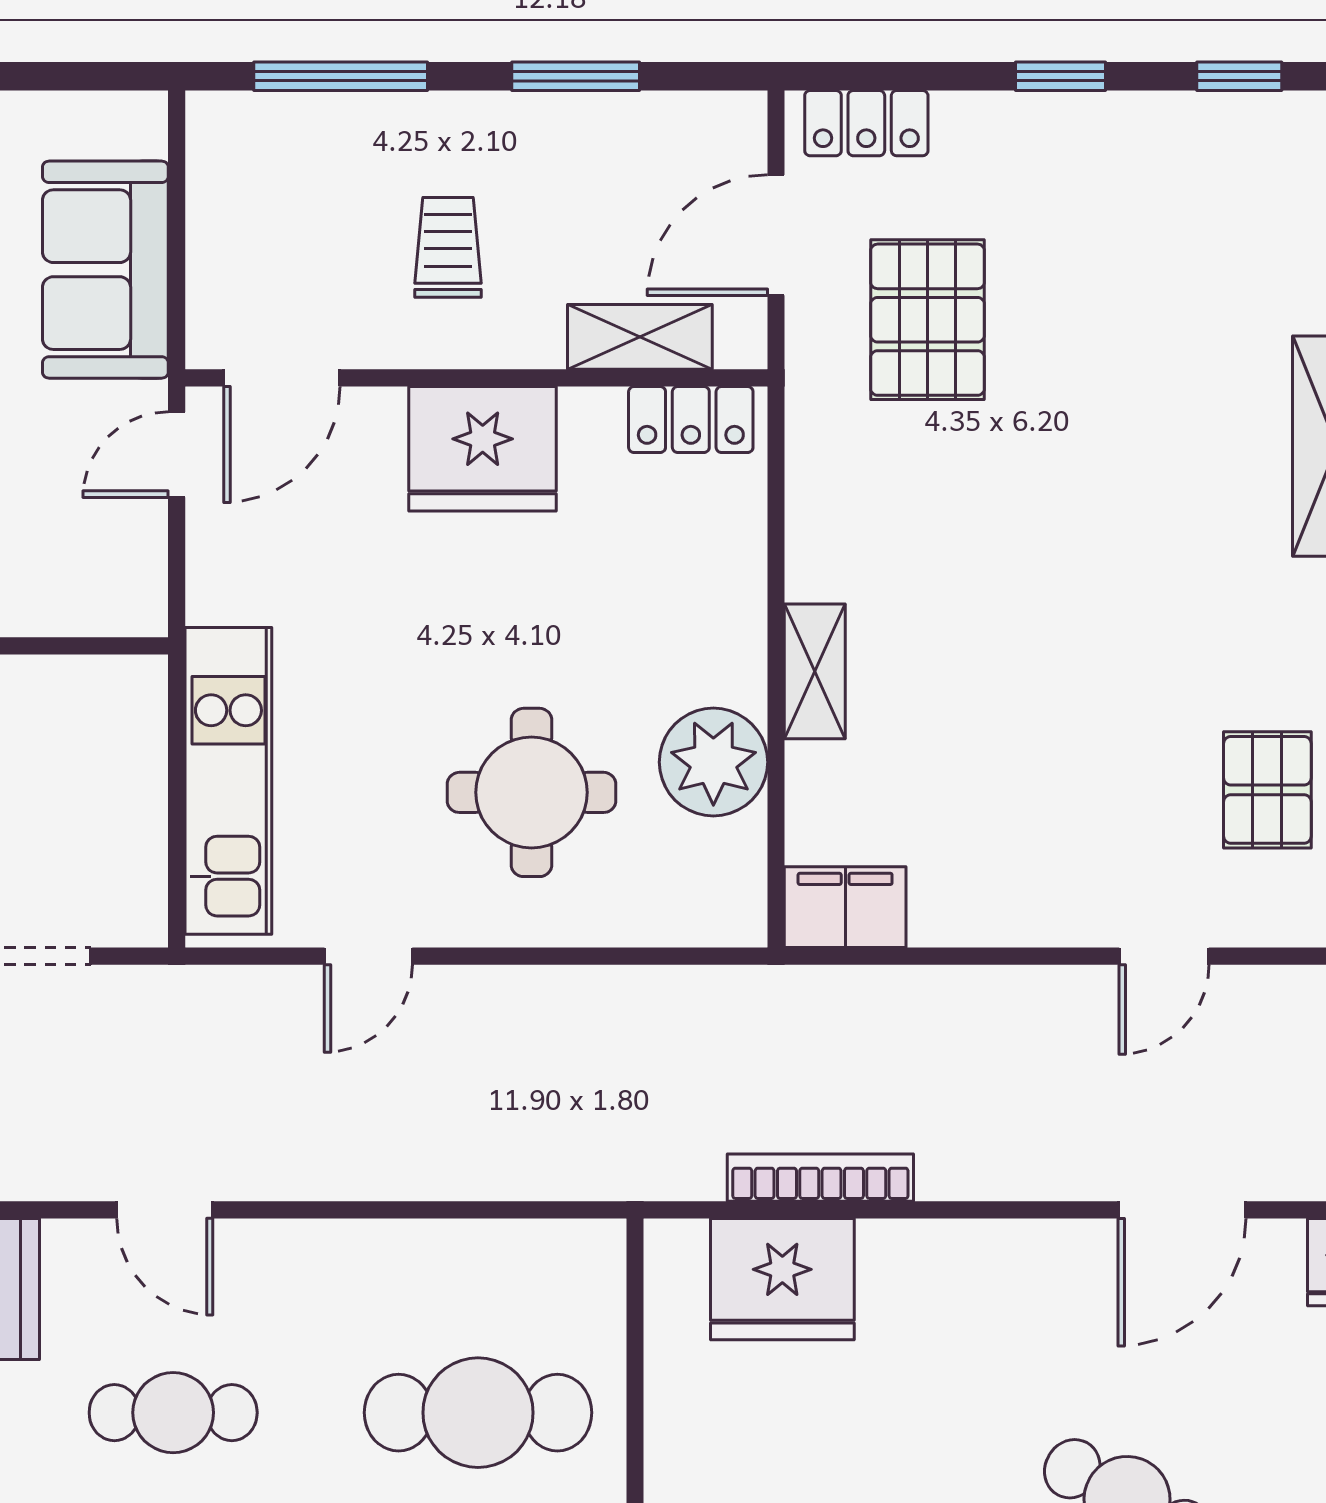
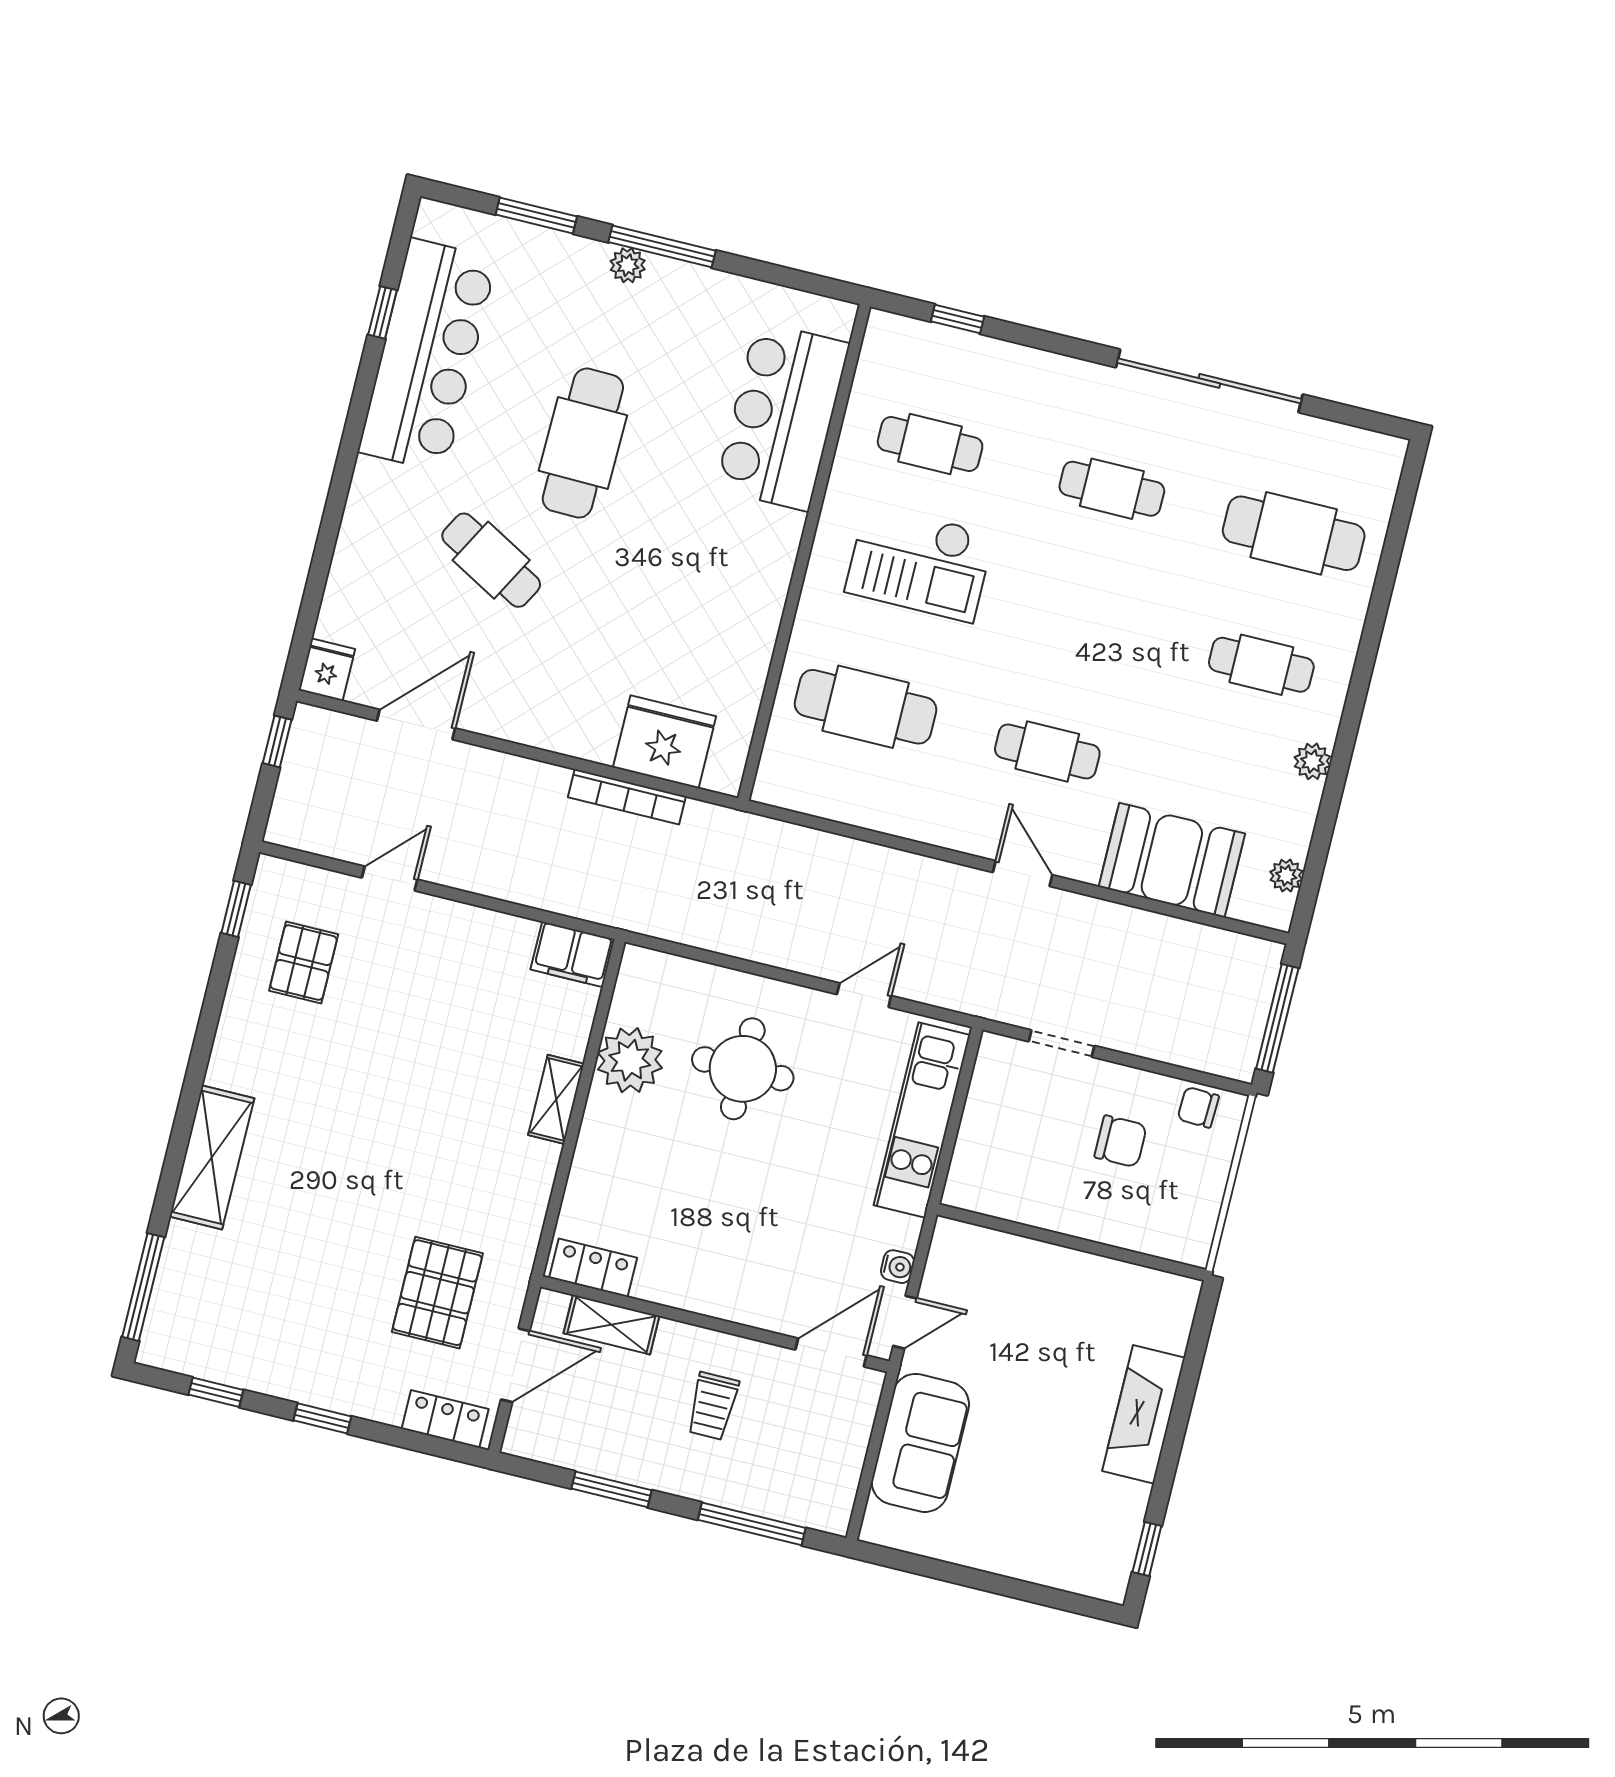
fridge: (483, 449) -> (722, 1281), removed
water cooler: (210, 540) -> (898, 1267), added

